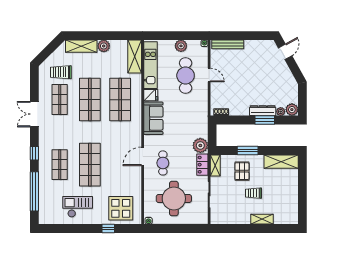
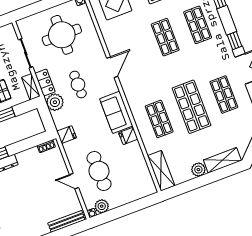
plant: (181, 46) -> (102, 206), moved
kitchen unit: (150, 65) -> (141, 168), removed
trolley: (61, 72) -> (234, 124), removed
shop shelf: (120, 100) -> (159, 119), width x0.70, depth x0.74
fridge: (201, 115) -> (67, 135), added
window: (34, 153) -> (234, 41), moved
cafe table: (163, 163) -> (78, 84), moved
shop shelf: (90, 165) -> (165, 37), width x0.70, depth x0.74

